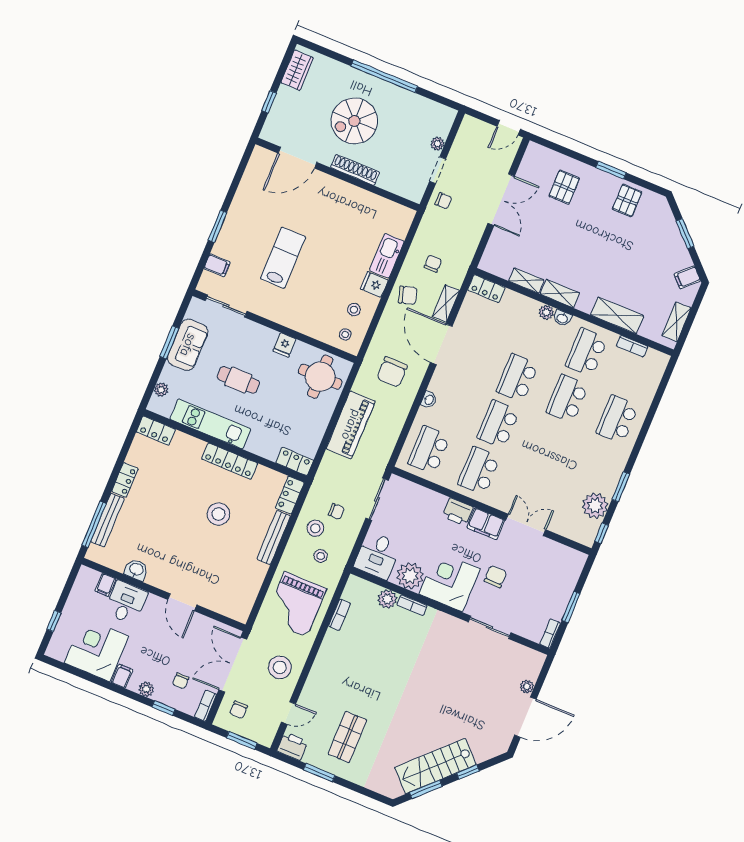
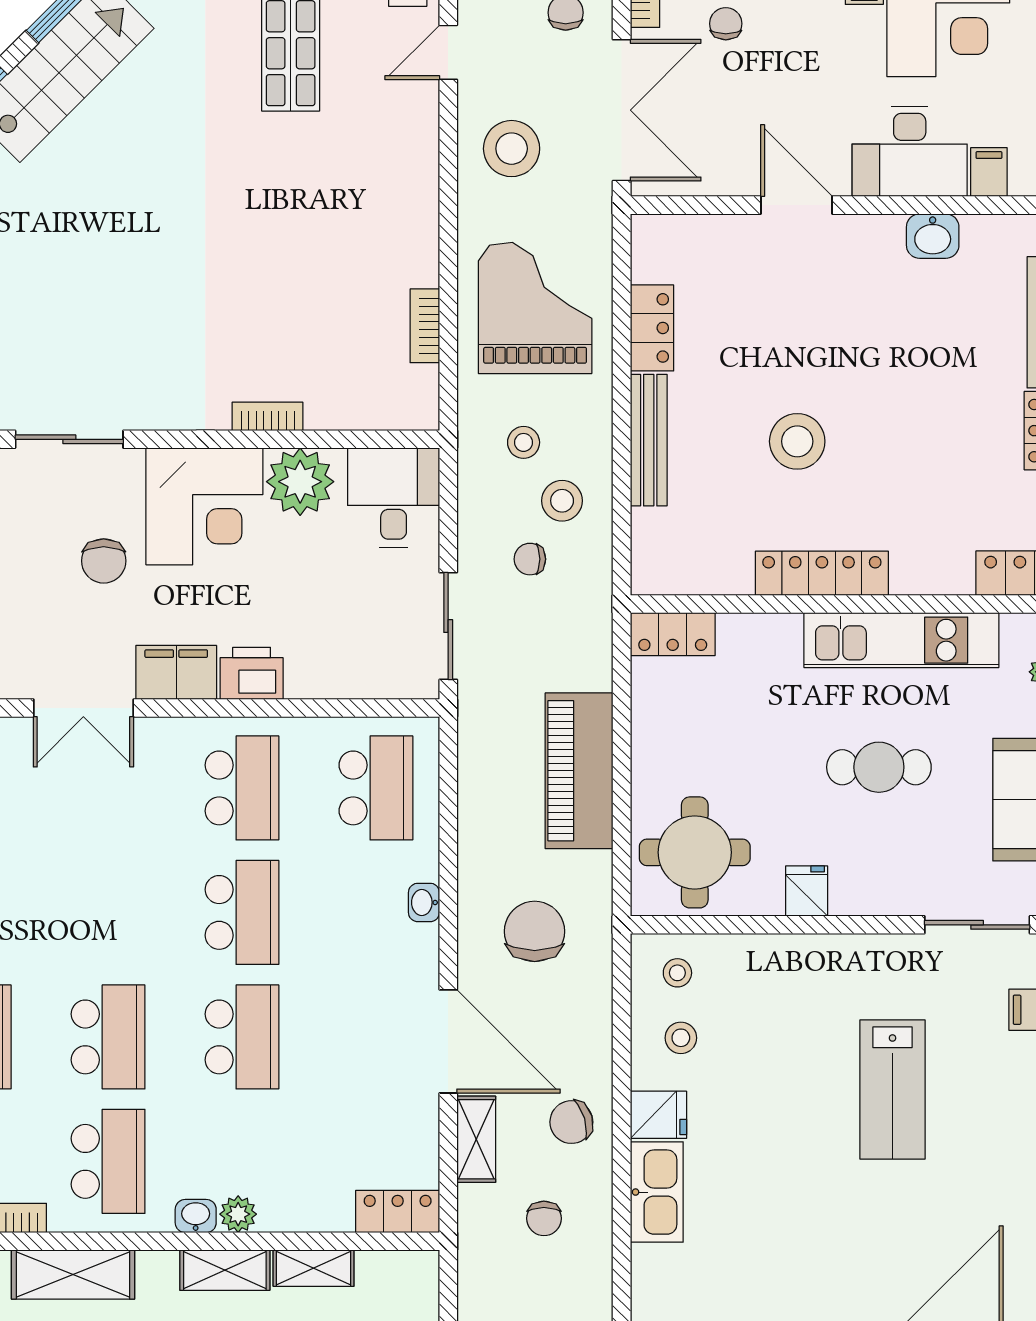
locker: (290, 495) -> (652, 328), moved
plant: (387, 599) -> (330, 407), removed
desk: (126, 602) -> (910, 151), width x1.37

